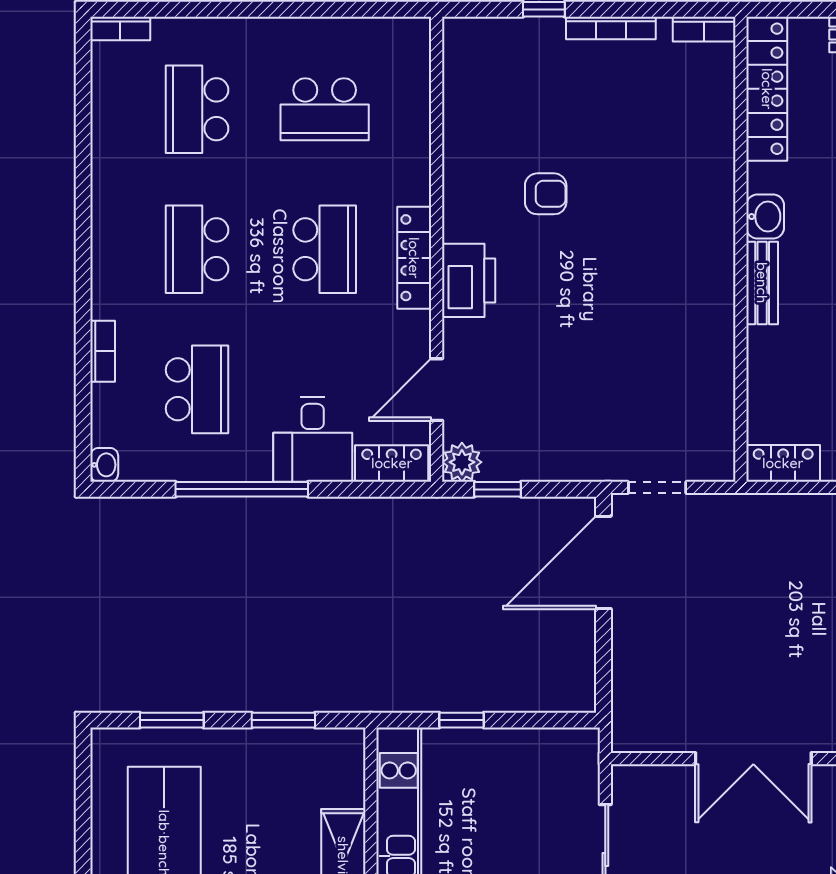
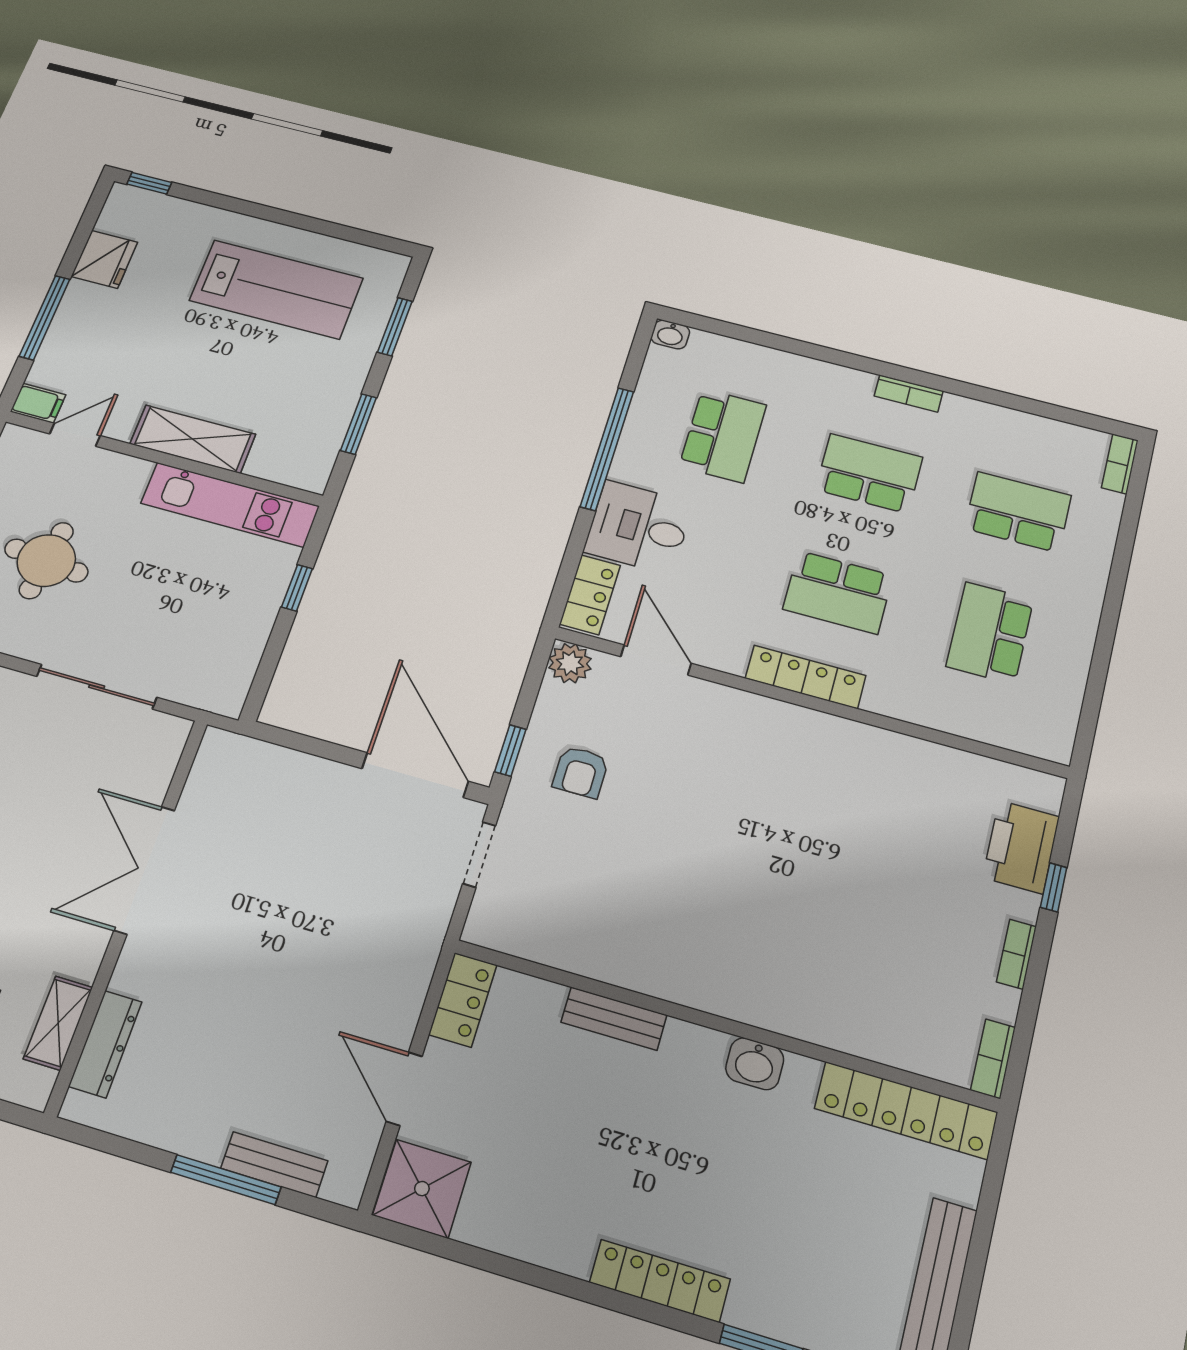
bookcase: (611, 28) -> (1017, 954), width x0.64
armchair: (546, 194) -> (581, 772), moved
printer: (469, 280) -> (1021, 847), moved, turned 90
bench: (762, 283) -> (614, 1019), moved
bookcase: (103, 351) -> (909, 394), moved
school desk: (197, 389) -> (723, 436), turned -90
window: (498, 489) -> (510, 751), moved

